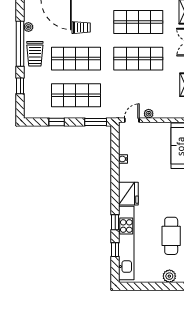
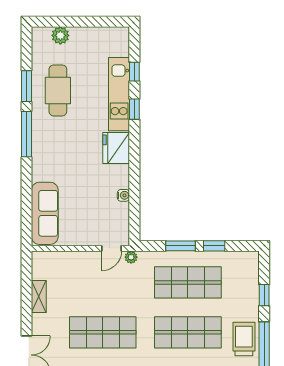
plant: (149, 114) -> (131, 257), moved
window: (96, 122) -> (180, 246), moved
kitchen unit: (126, 243) -> (119, 94), width x0.73

